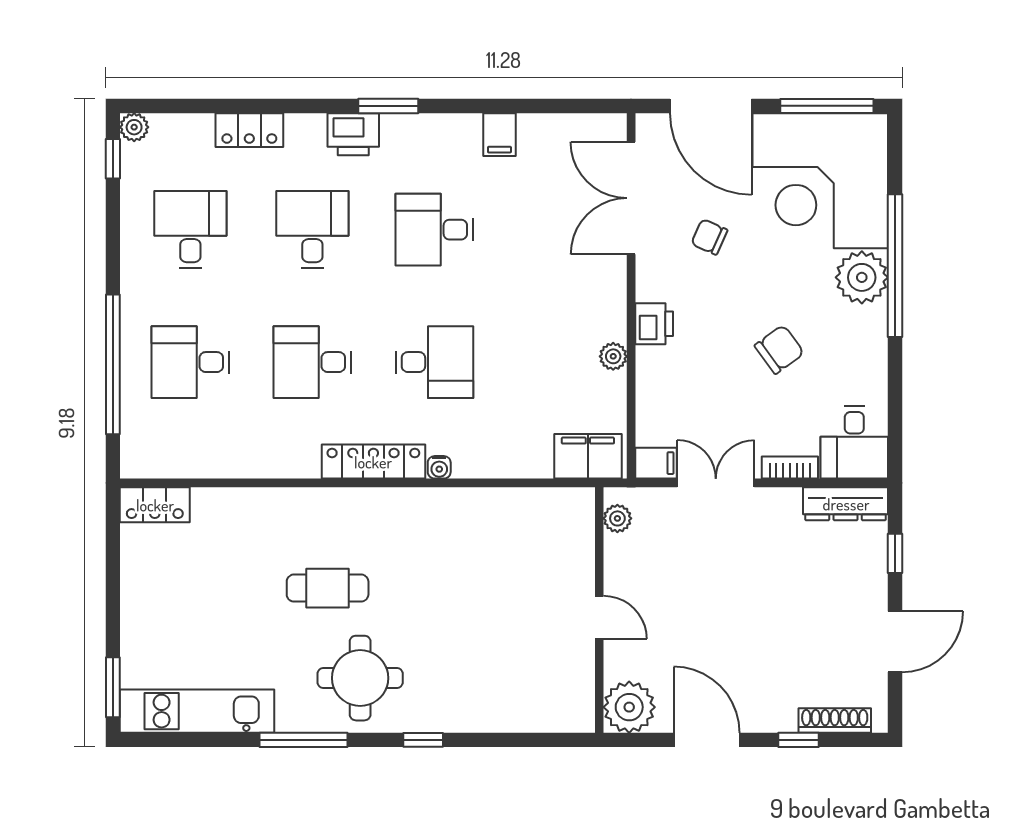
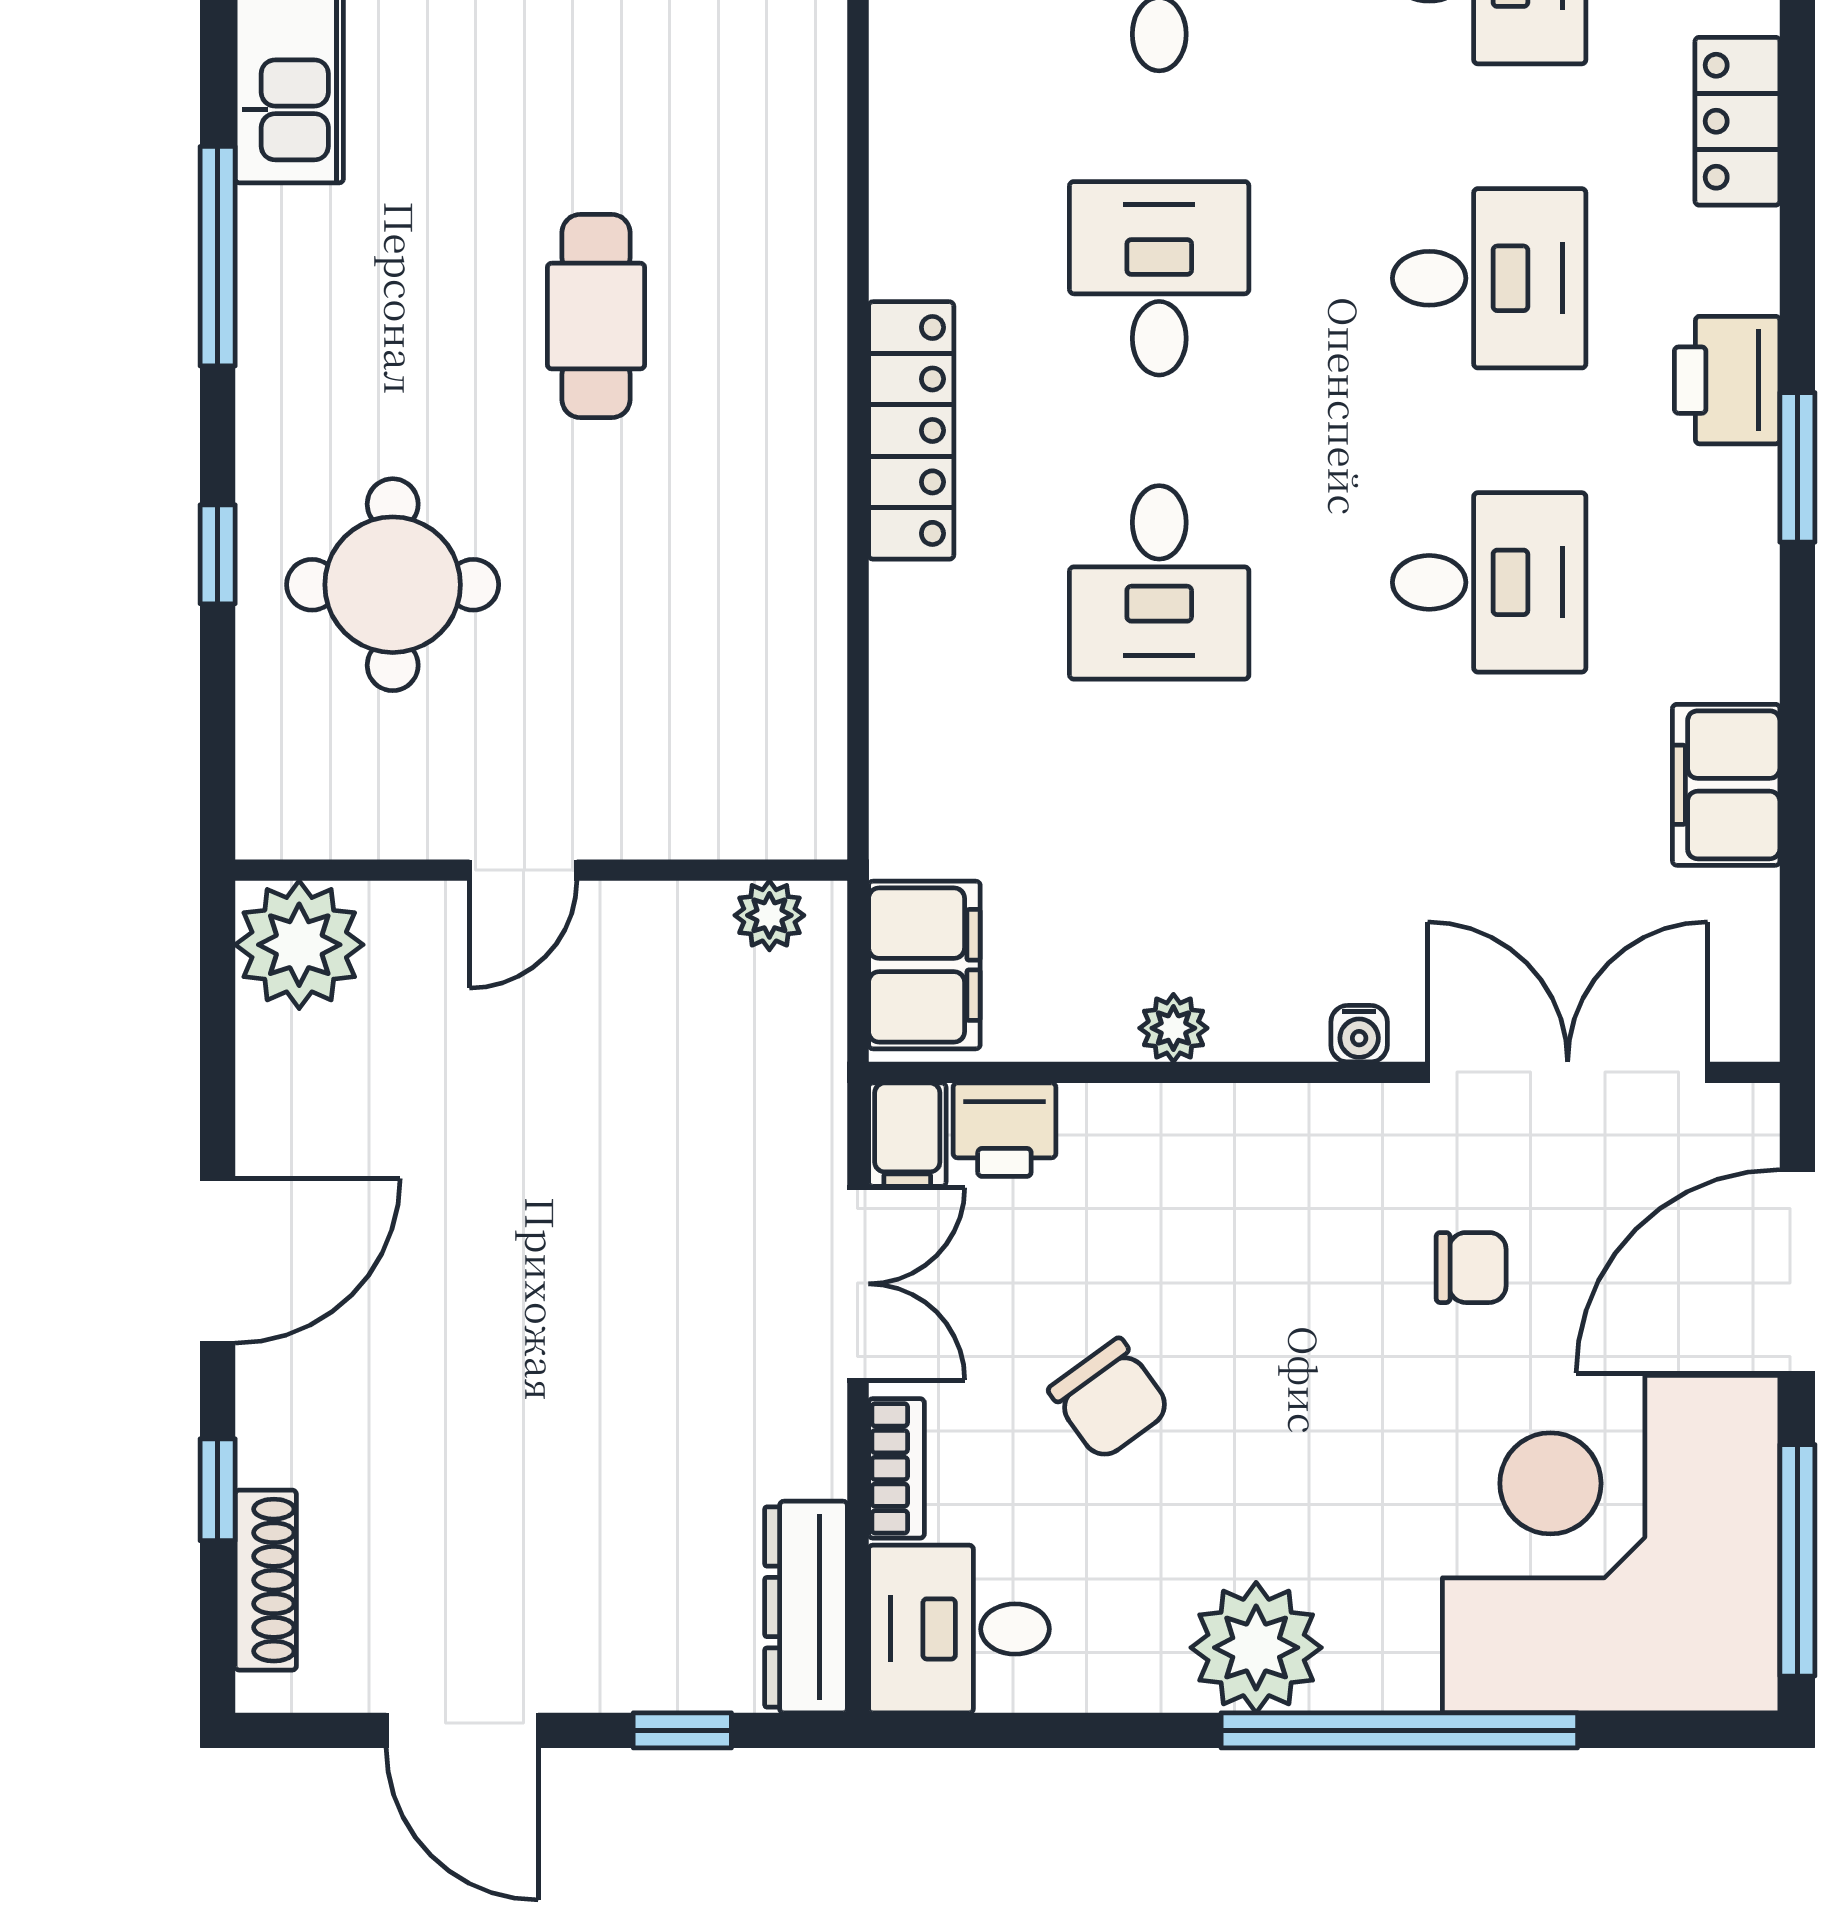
filing cabinet: (499, 135) -> (1726, 785), width x2.00
desk: (434, 230) -> (1489, 582), turned 90
chair: (709, 237) -> (1471, 1268), turned 66
plant: (862, 277) -> (1256, 1648), moved
printer: (654, 324) -> (1004, 1130), moved
chair: (779, 349) -> (1110, 1399), moved
water cooler: (439, 467) -> (1359, 1034), moved, turned -90
plant: (617, 518) -> (769, 915), moved
wall: (599, 610) -> (541, 870), moved
door: (599, 617) -> (523, 870), moved
round table: (360, 678) -> (393, 585), moved
plant: (629, 707) -> (299, 945), moved

